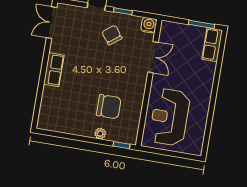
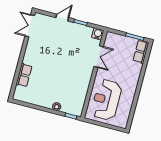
chair: (112, 35) -> (71, 38), removed
row of seats: (54, 70) -> (24, 75), moved
chair: (109, 107) -> (64, 88), removed

